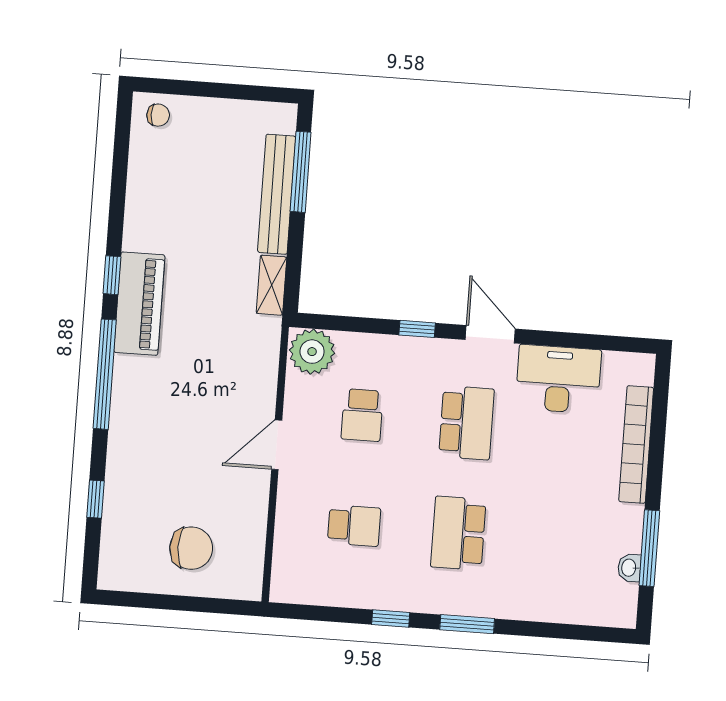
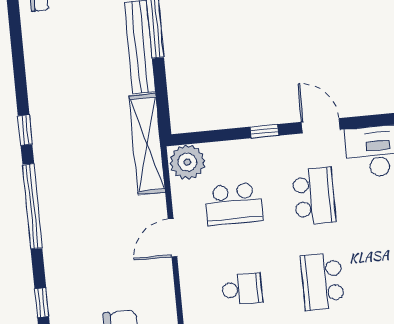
shelving: (272, 285) -> (147, 144), width x2.20, depth x1.33
piano: (139, 304) -> (50, 148), removed
school desk: (362, 415) -> (234, 204), width x1.85

